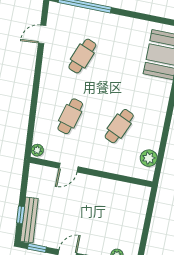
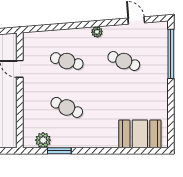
window: (163, 143) -> (59, 151), added
plant: (37, 150) -> (97, 32), moved

